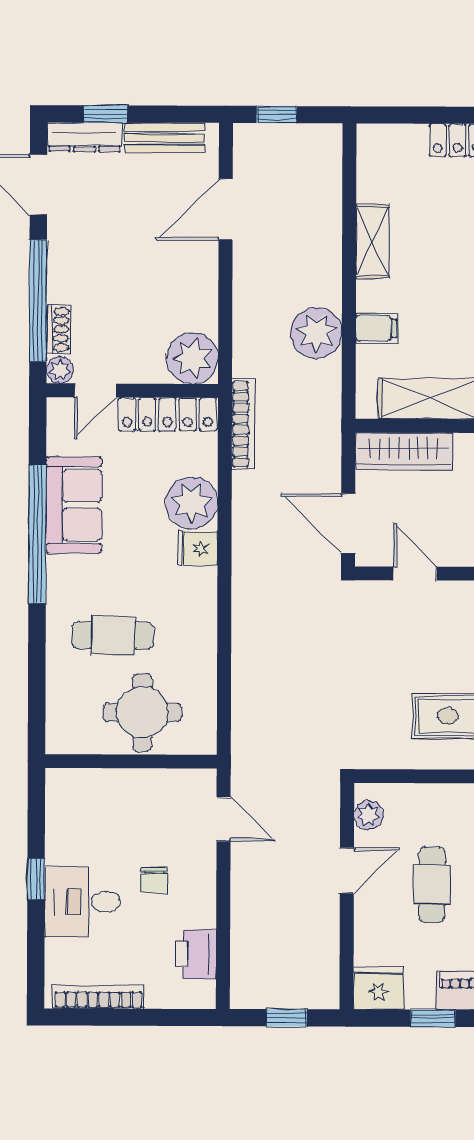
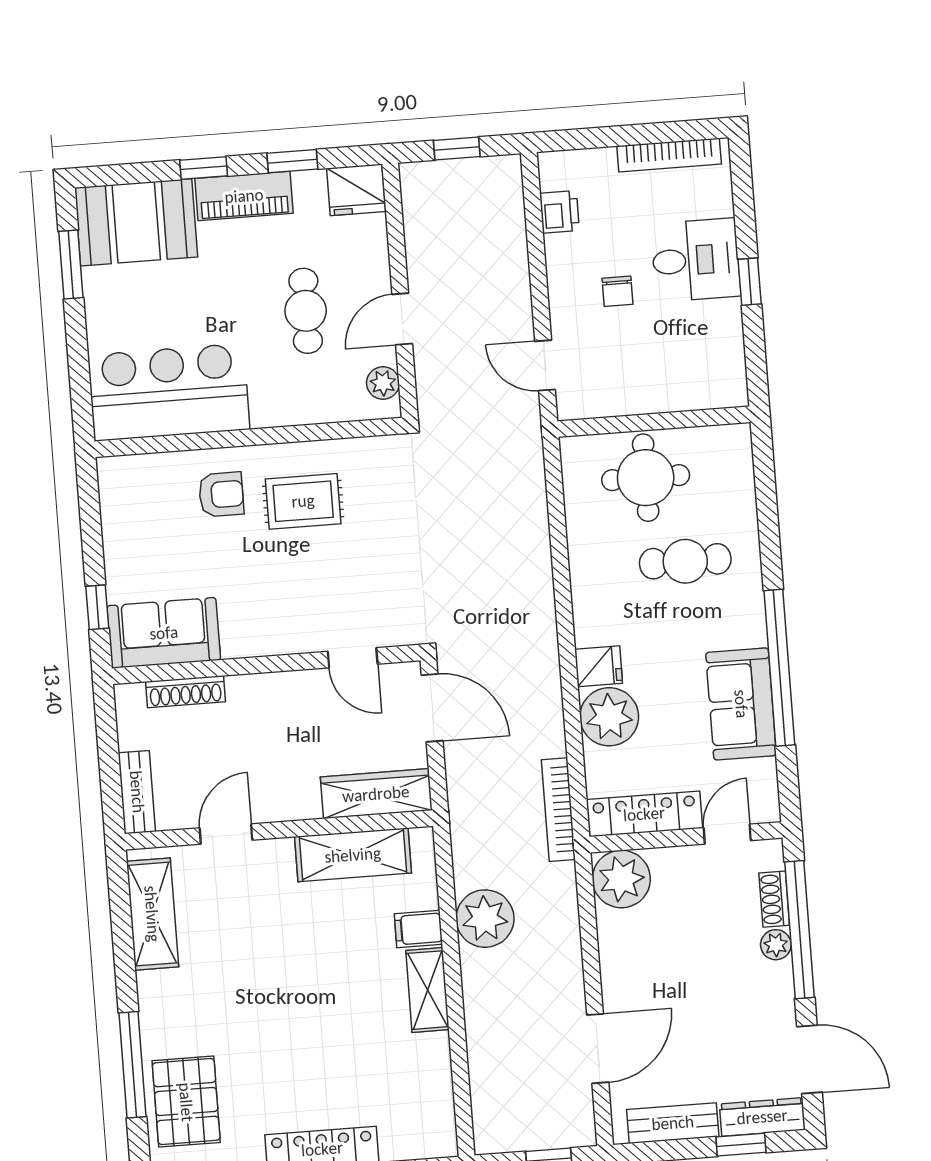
shelving: (372, 241) -> (427, 990), moved
plant: (60, 370) -> (776, 945), moved
chair: (154, 880) -> (618, 291), turned 180
printer: (196, 954) -> (559, 212), width x0.73, depth x0.81

